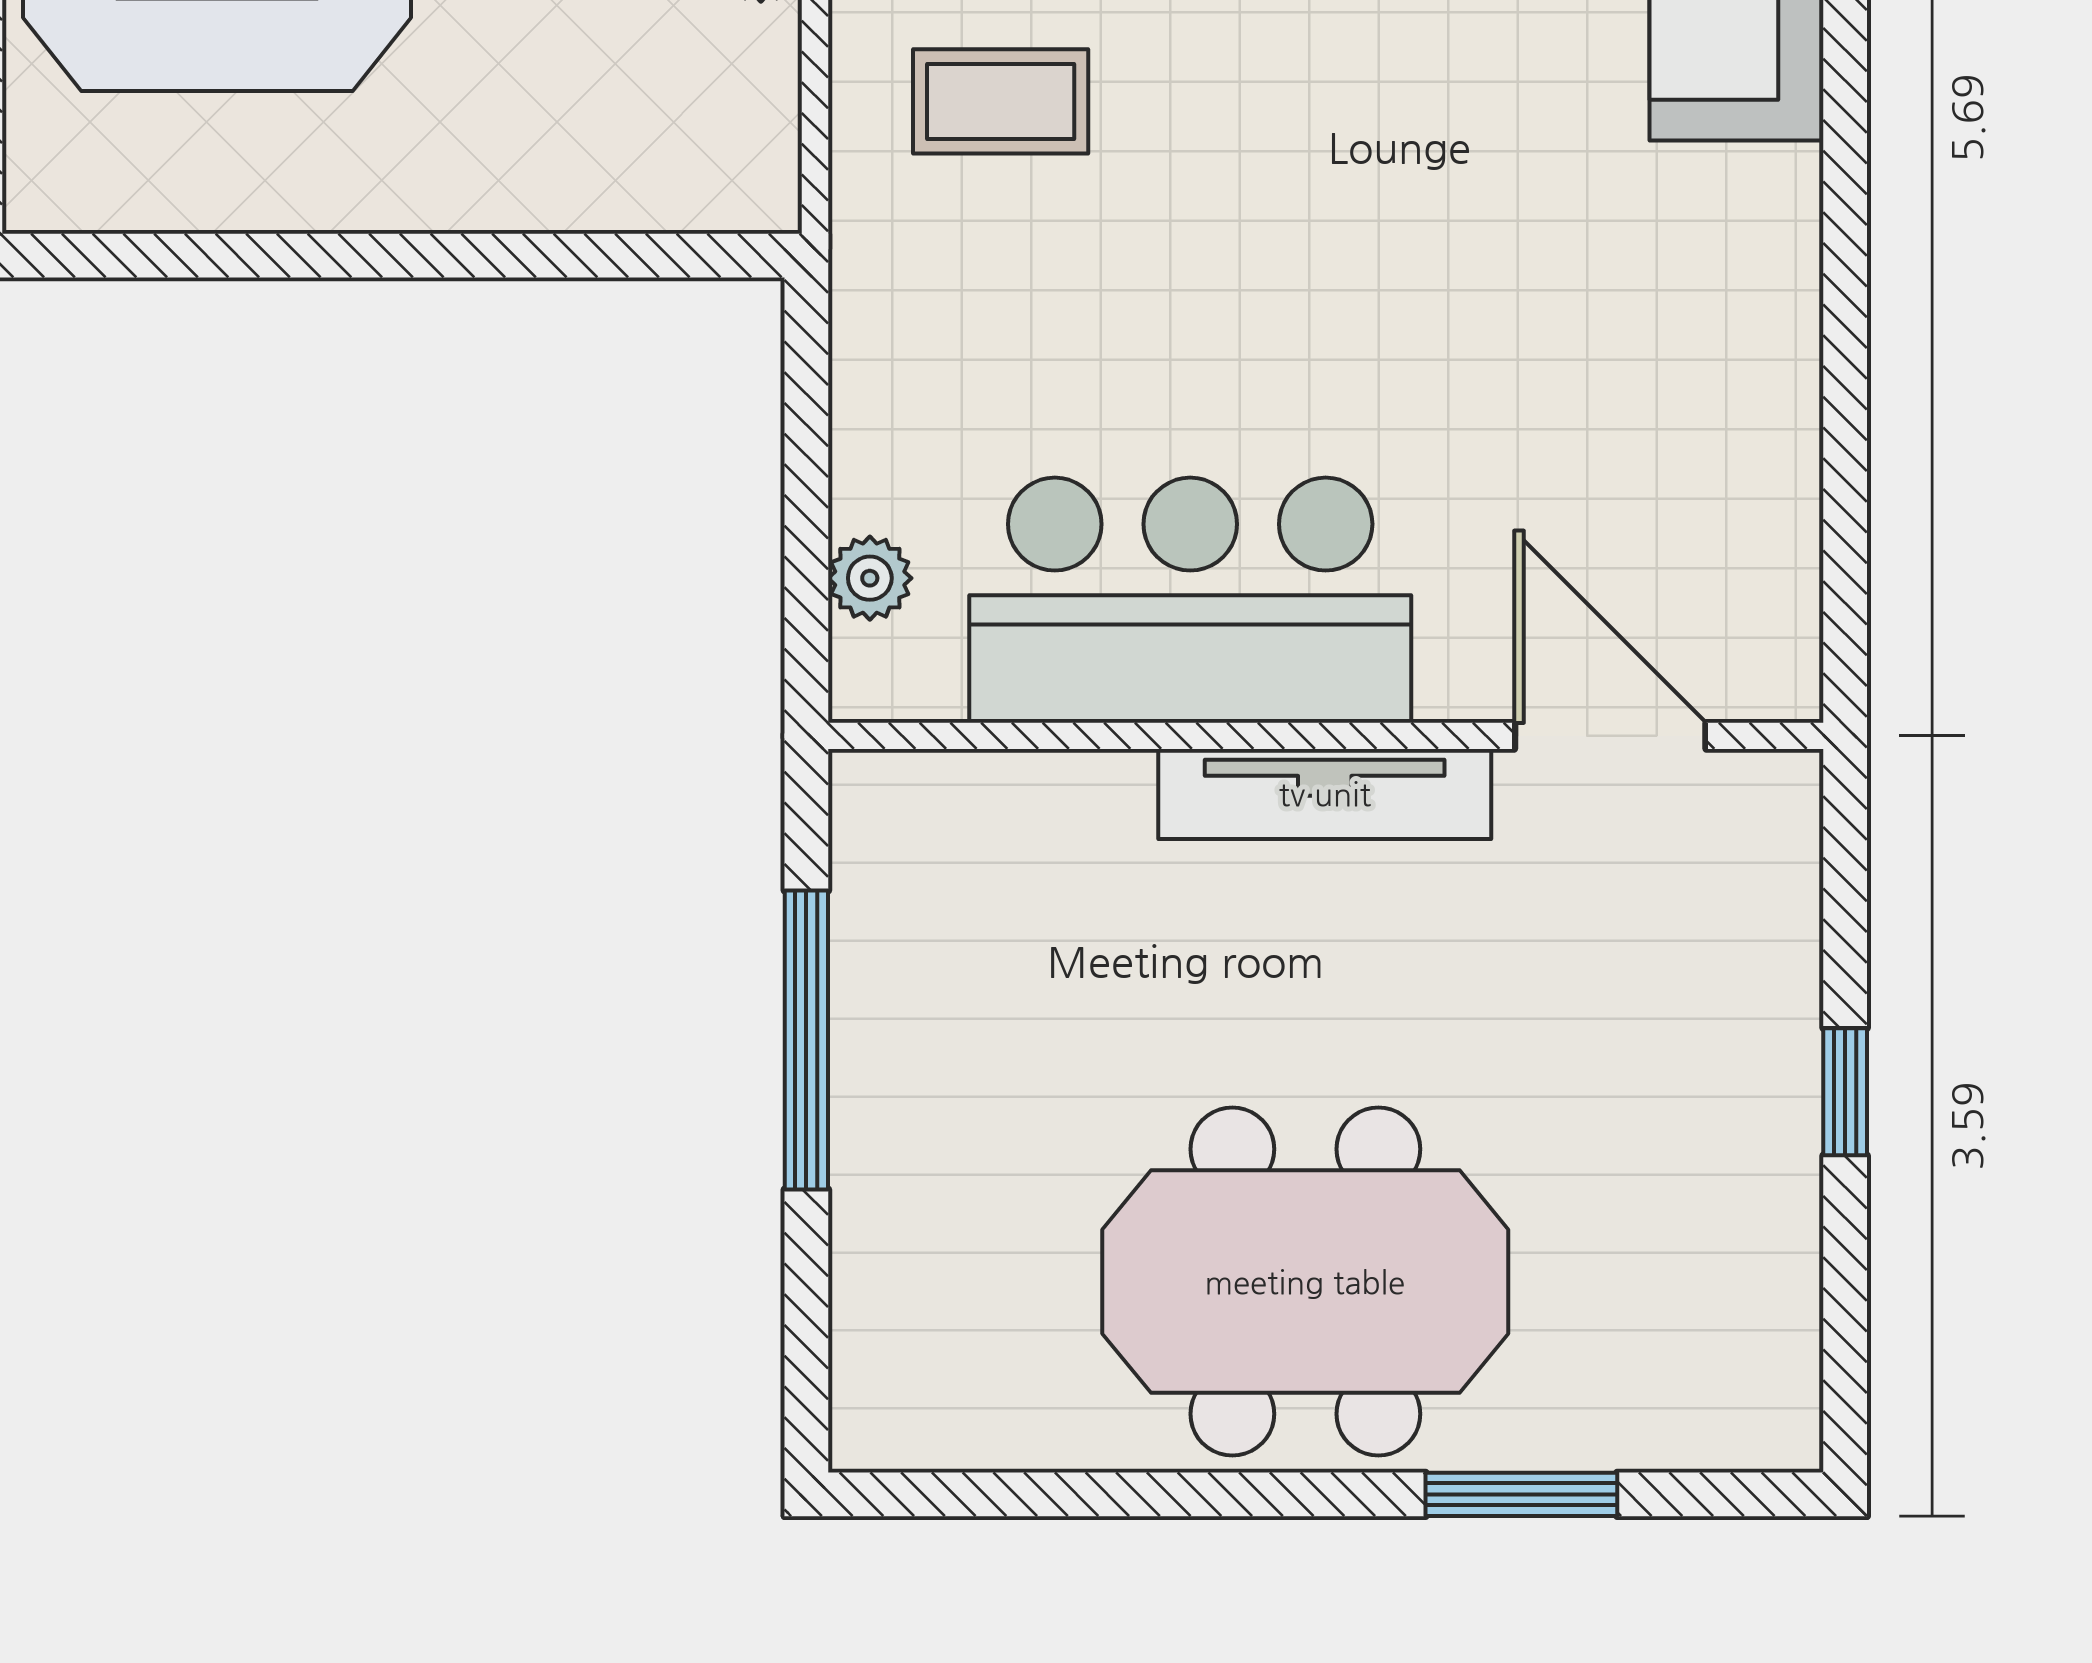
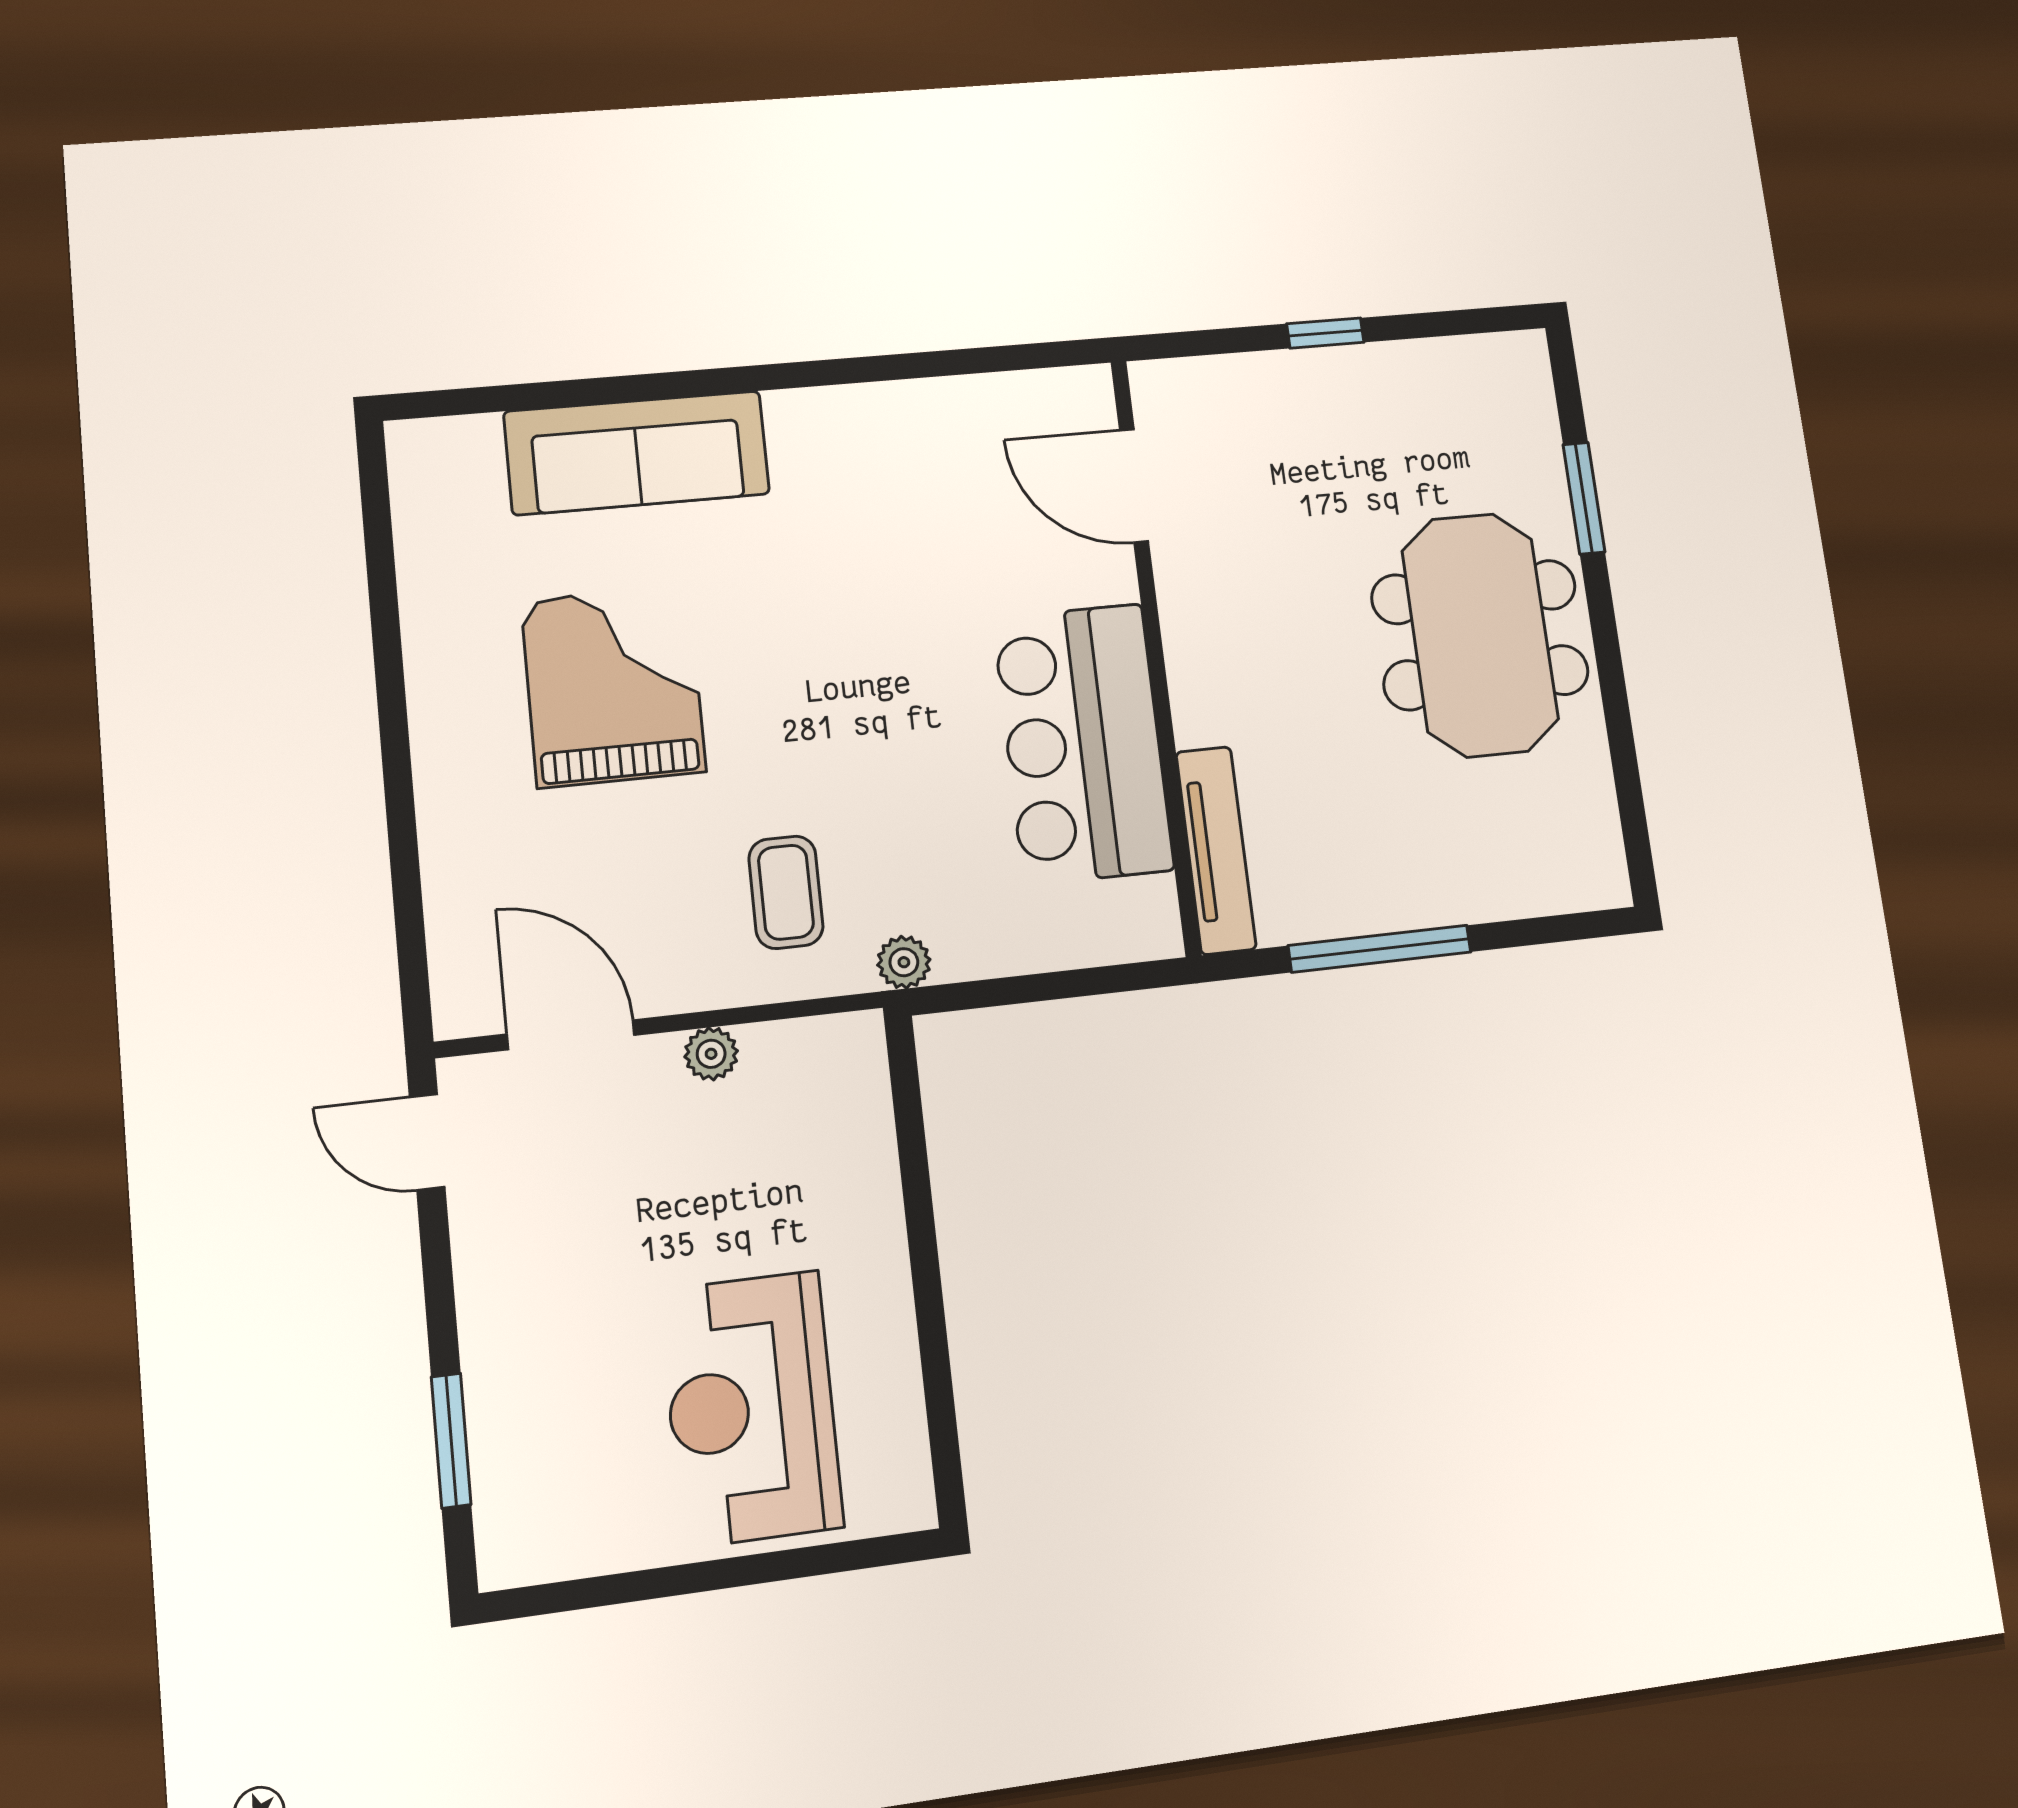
plant: (870, 578) -> (904, 962), moved
door: (1610, 736) -> (1134, 486), hinge flipped
tv unit: (1325, 794) -> (1216, 850), moved

